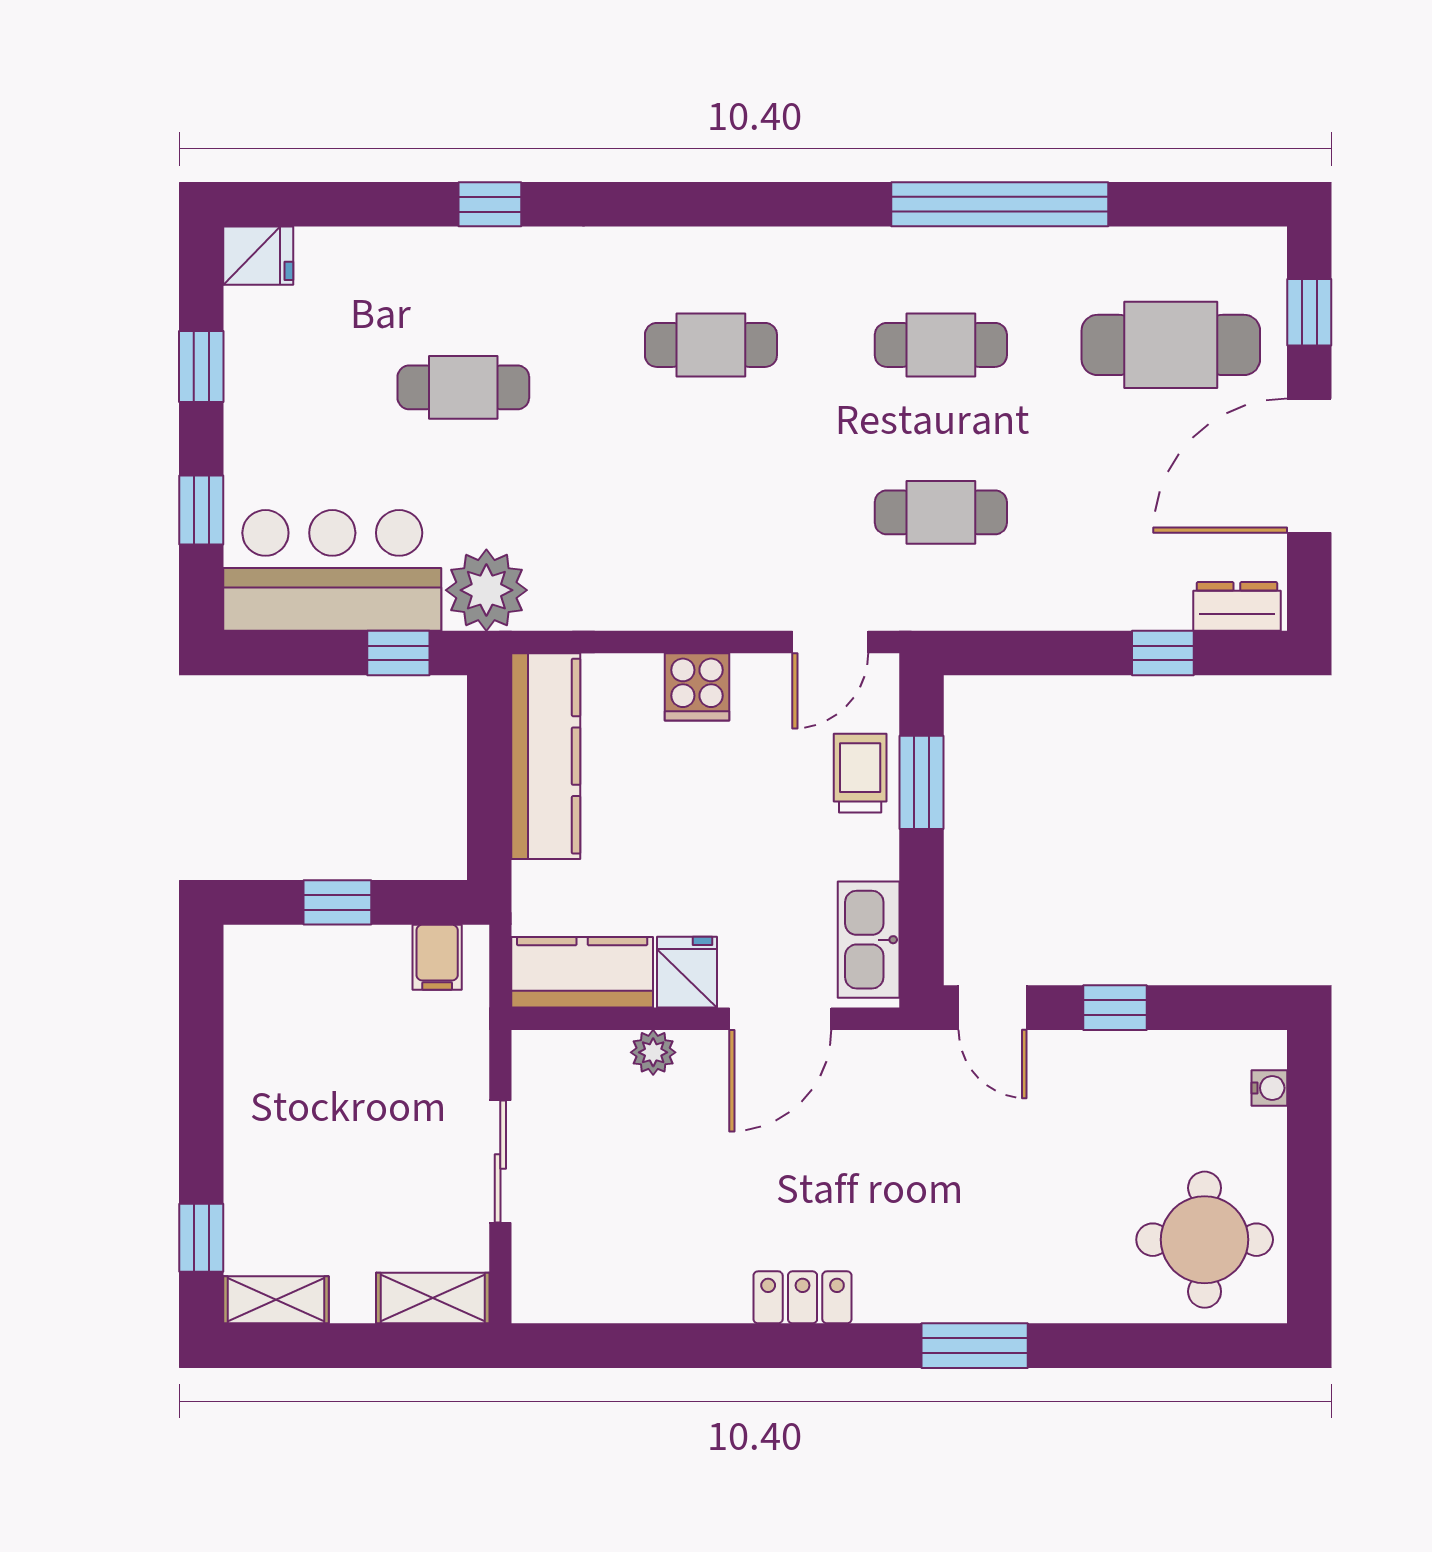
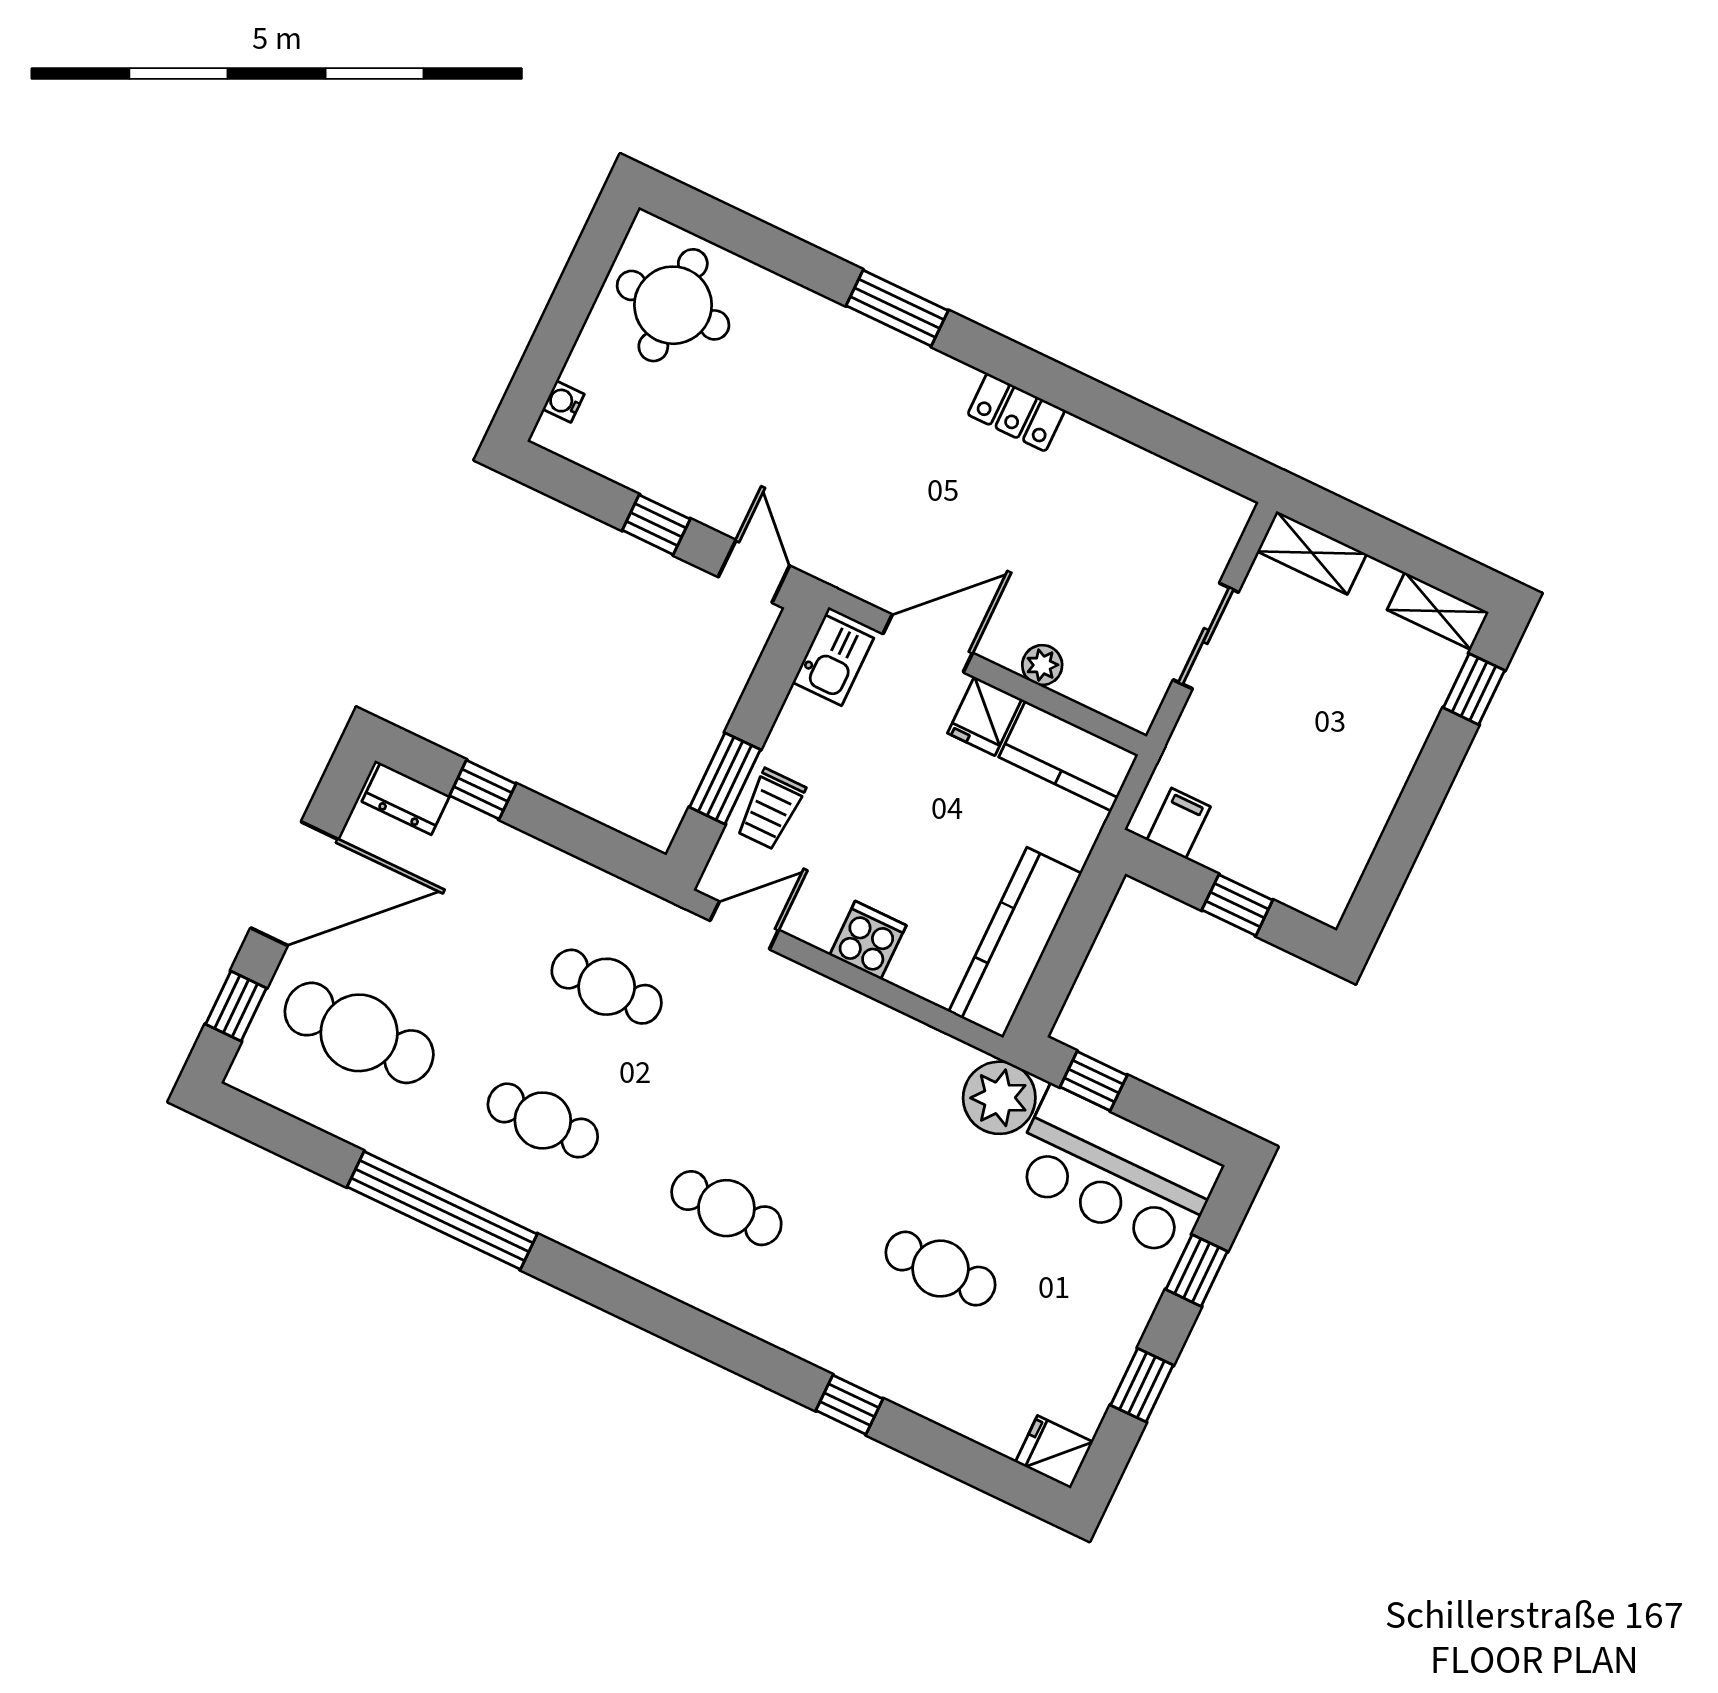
kitchen sink: (869, 940) -> (833, 660), width x0.73

